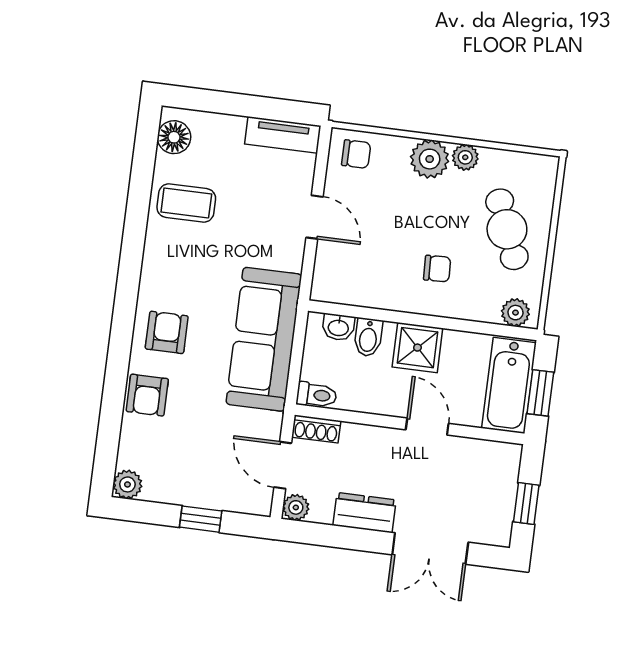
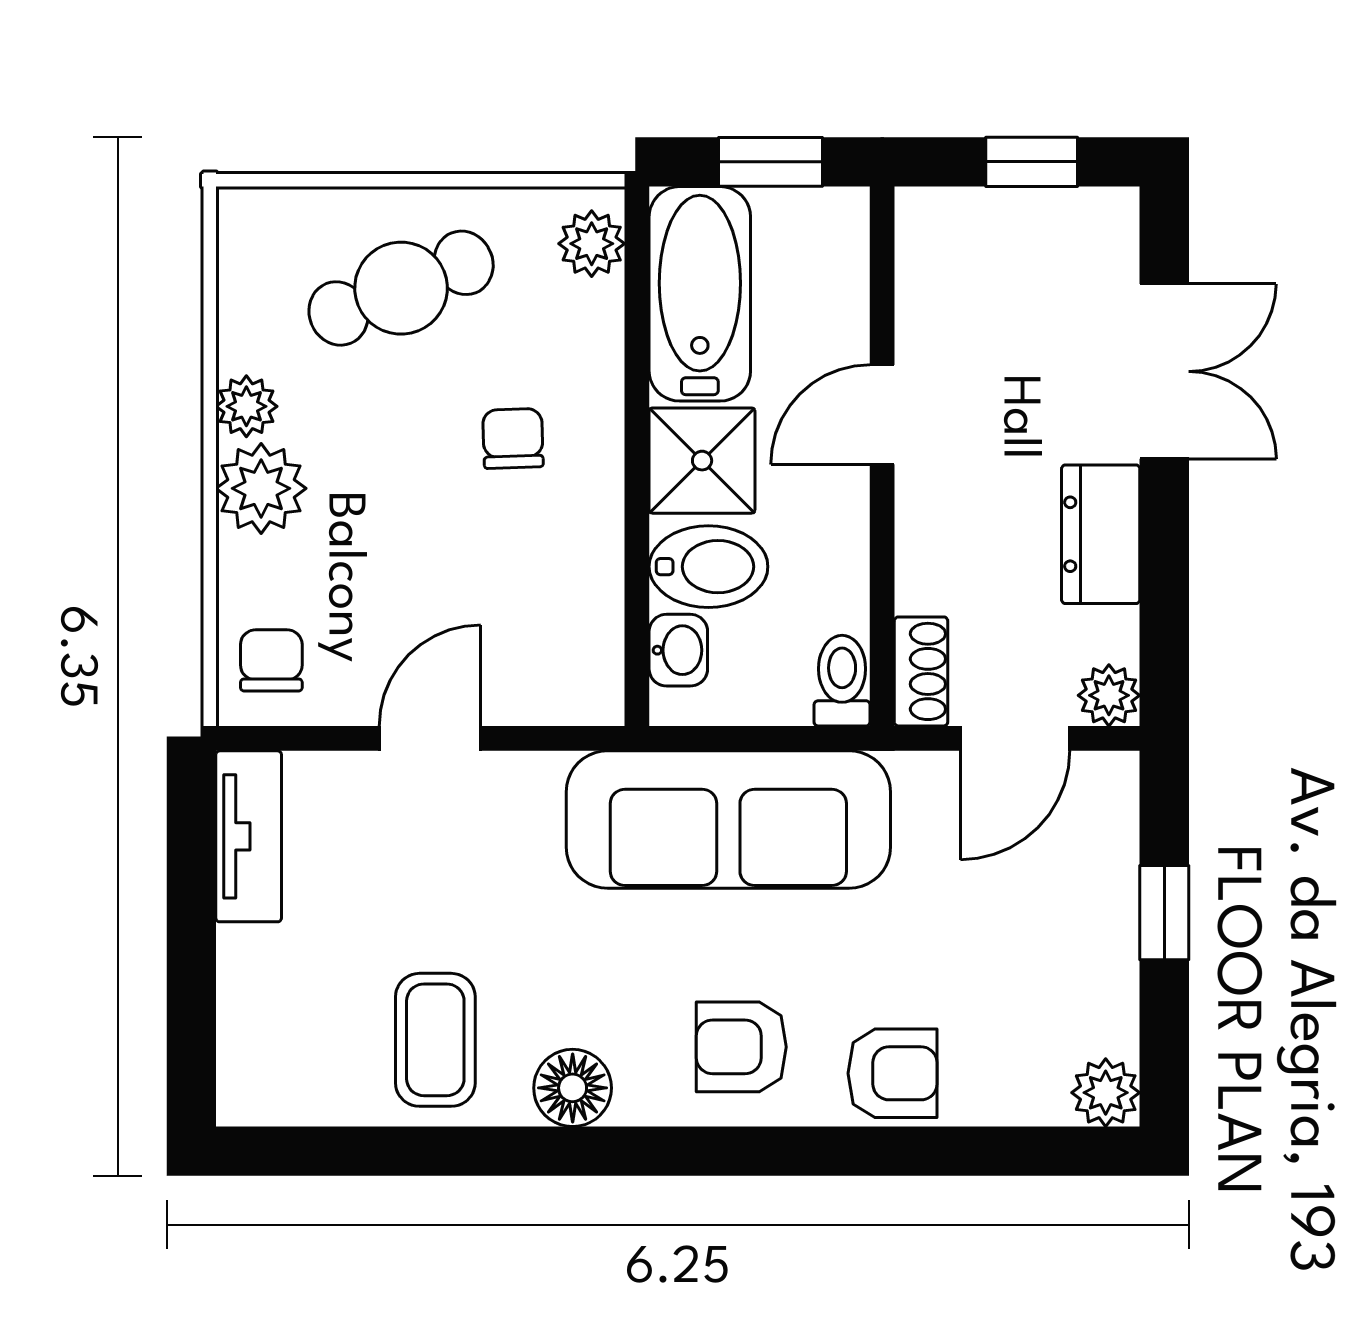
floor lamp: (174, 137) -> (573, 1088), moved
bidet: (368, 337) -> (708, 567), width x1.38, depth x1.36
bathtub: (509, 385) -> (700, 294), moved, turned -90

